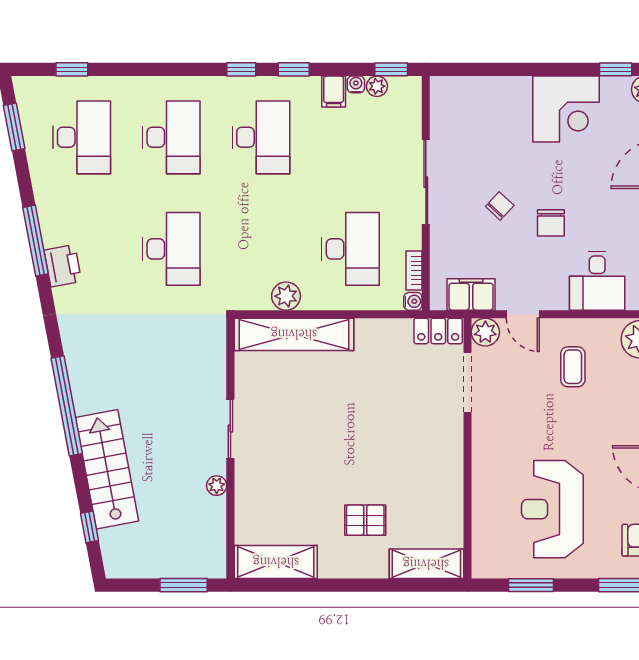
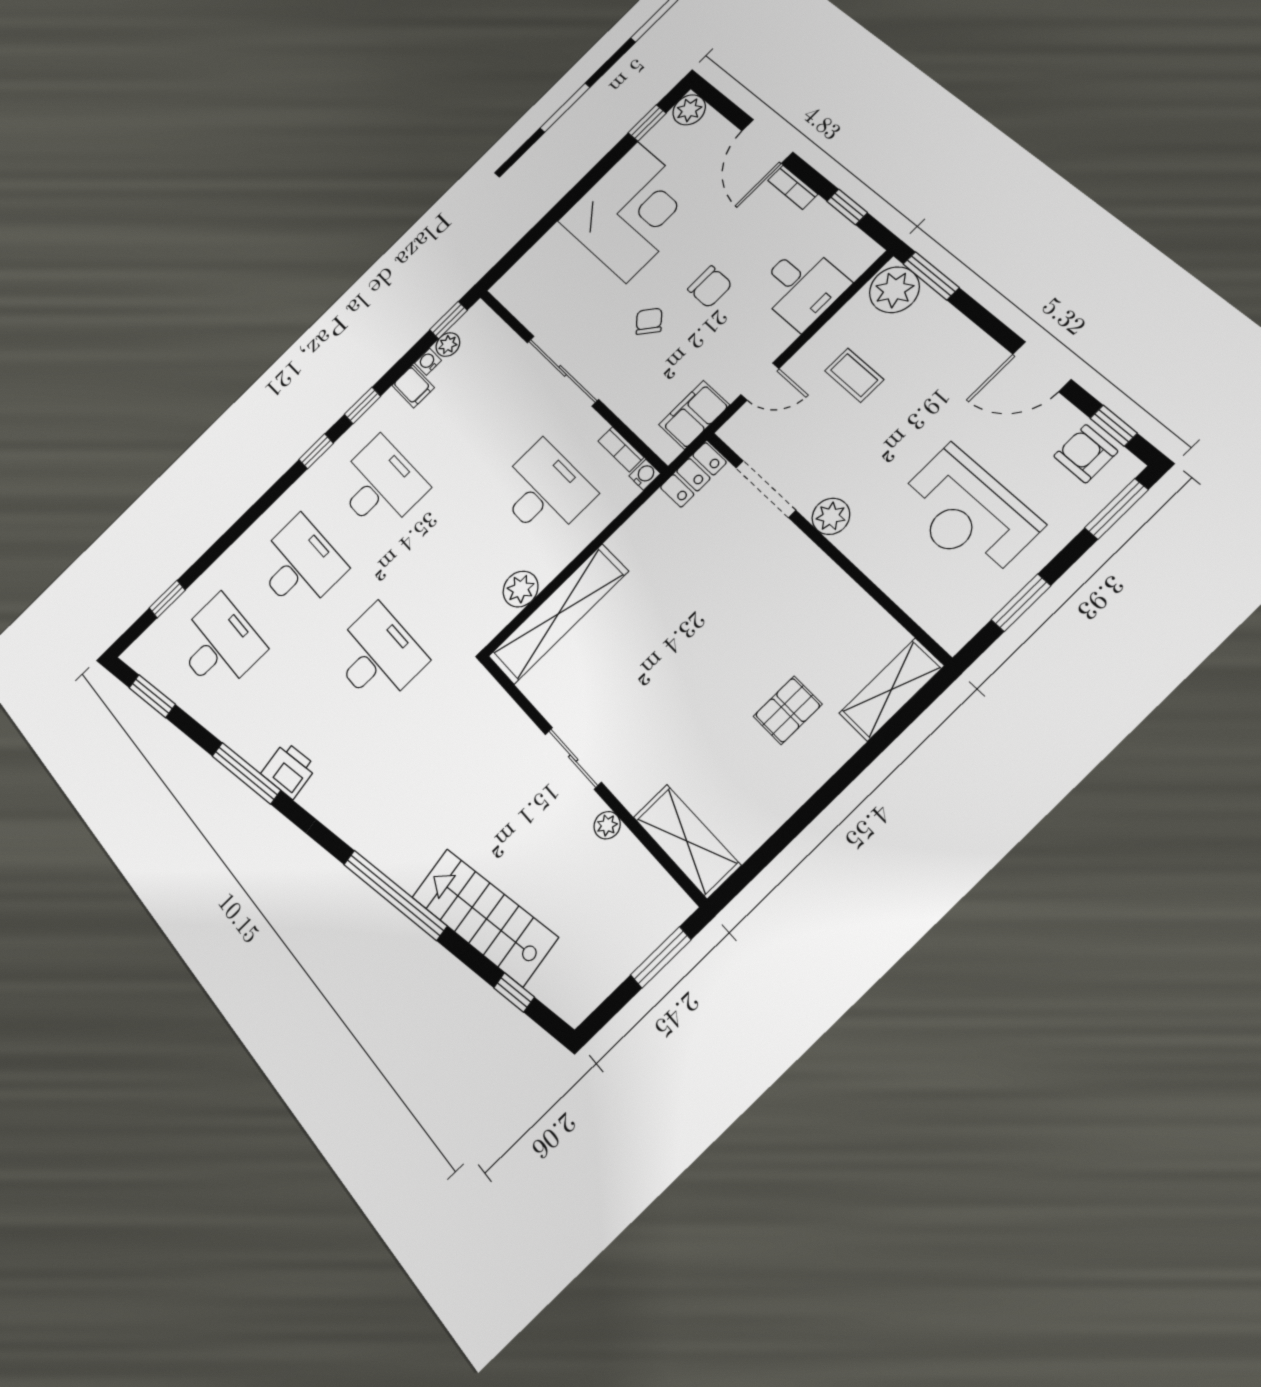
corner desk: (566, 109) -> (632, 212), width x1.36, depth x1.36
plant: (485, 332) -> (831, 516), moved
shelving: (276, 562) -> (687, 841), moved, turned 90

